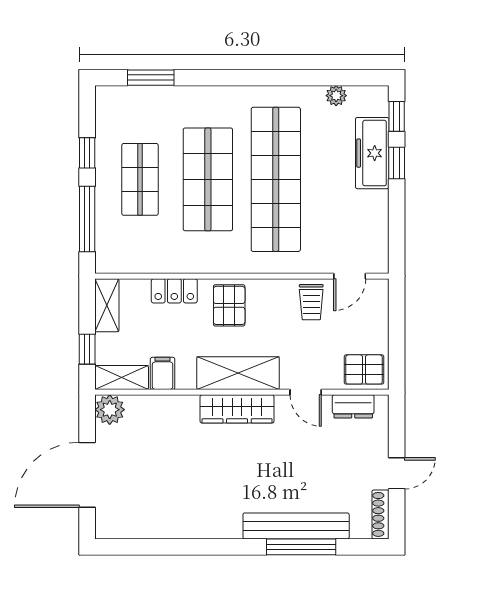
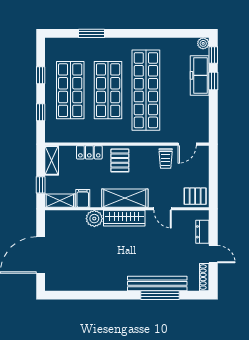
window: (151, 78) -> (91, 33), moved
plant: (336, 96) -> (203, 43), moved
shop shelf: (140, 179) -> (70, 90), width x1.43, depth x1.36
window: (87, 219) -> (41, 112), width x0.46
dresser: (353, 406) -> (202, 232), moved, turned 90
plant: (110, 410) -> (94, 219), moved
door: (397, 473) -> (213, 254), hinge flipped

